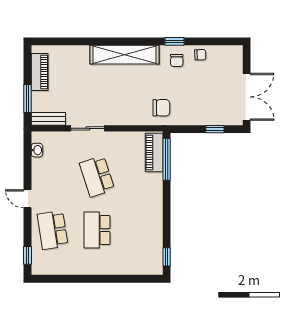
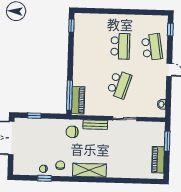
window: (175, 41) -> (45, 178), moved
shelving: (125, 55) -> (89, 170), width x0.68
bench: (48, 119) -> (95, 125), moved
school desk: (97, 176) -> (119, 84), turned 36

